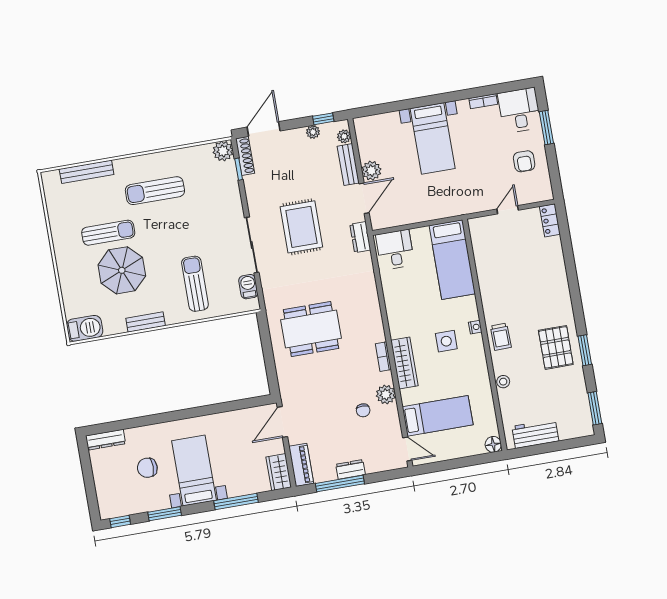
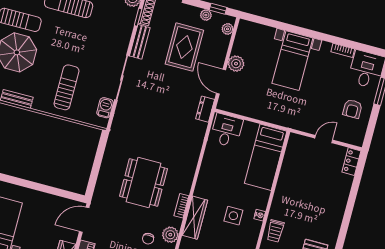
bench: (348, 165) -> (140, 42), moved
door: (364, 198) -> (221, 82), swing flipped
rug: (301, 227) -> (184, 47), moved
dining table: (311, 329) -> (144, 182), moved, turned 90

